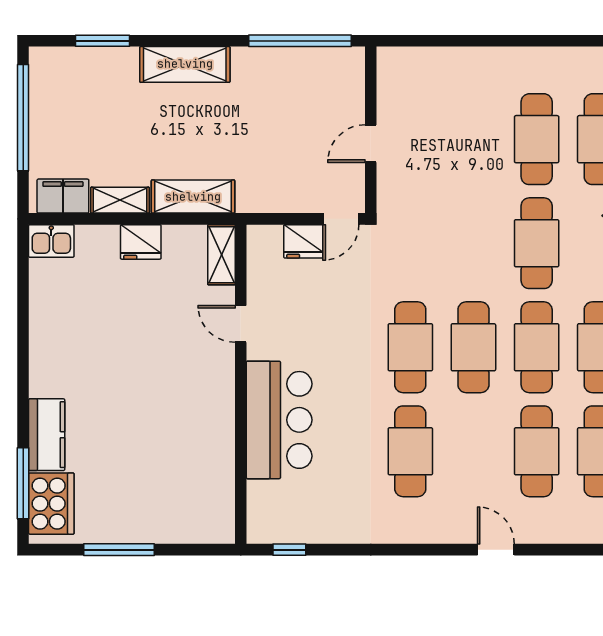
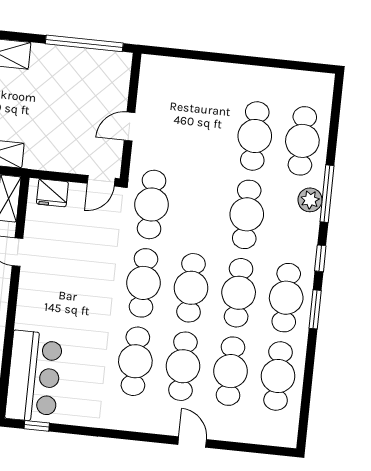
fridge: (303, 241) -> (52, 193), moved
cafe table: (410, 243) -> (152, 205), added
bar counter: (279, 420) -> (34, 377), moved
cafe table: (473, 451) -> (183, 366), added

